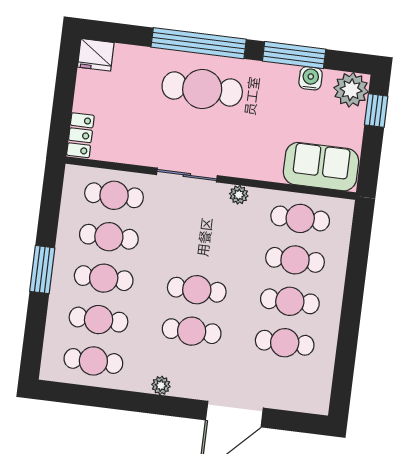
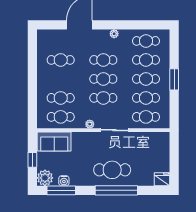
window: (294, 55) -> (61, 190), moved
window: (376, 110) -> (32, 160), moved
locker: (80, 135) -> (164, 142), removed
cafe table: (290, 301) -> (103, 98), moved

